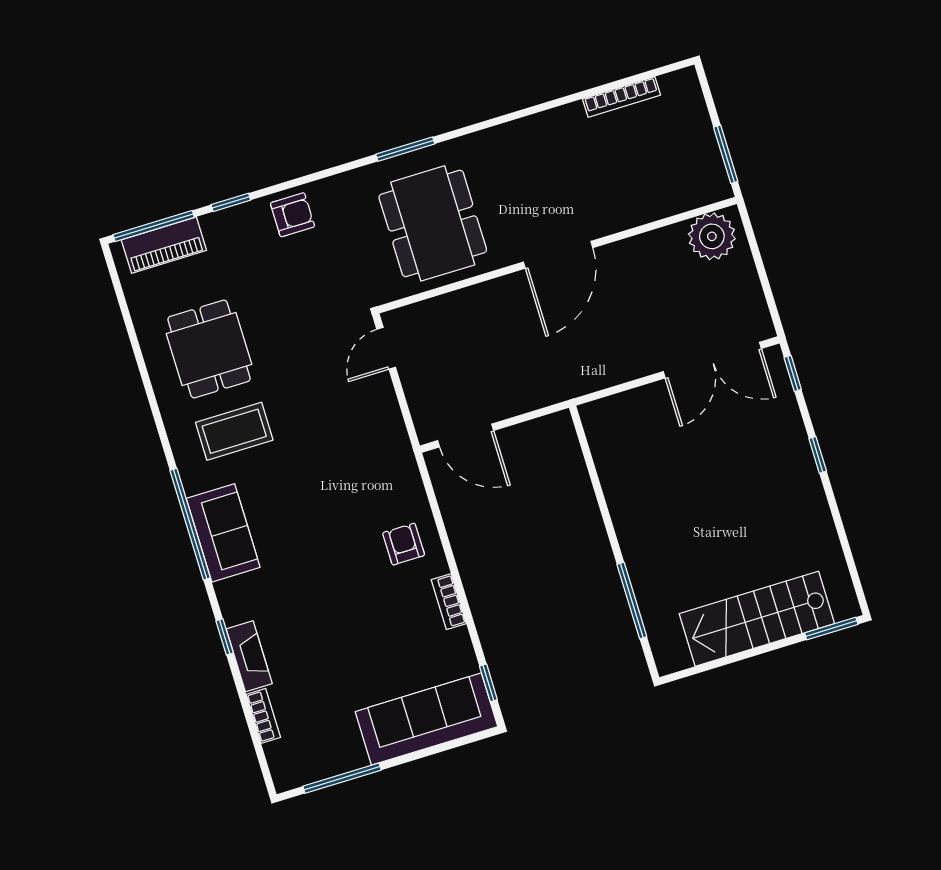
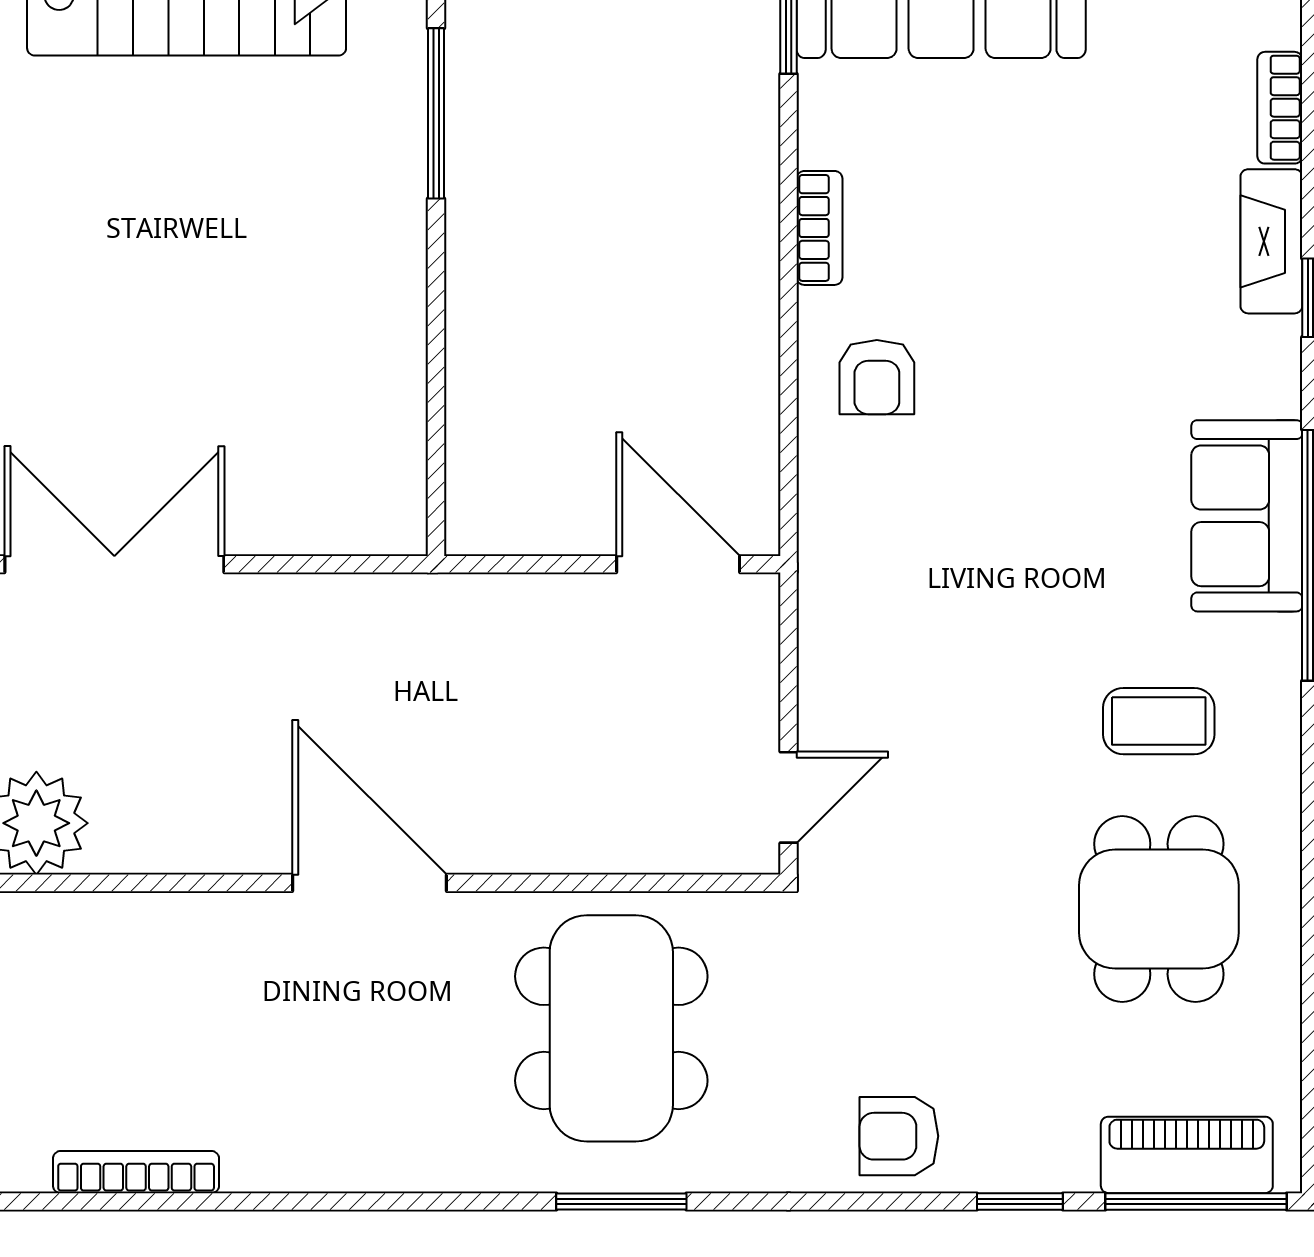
door: (558, 255) -> (369, 883), hinge flipped
coffee table: (234, 431) -> (1159, 721), width x0.73, depth x0.77

